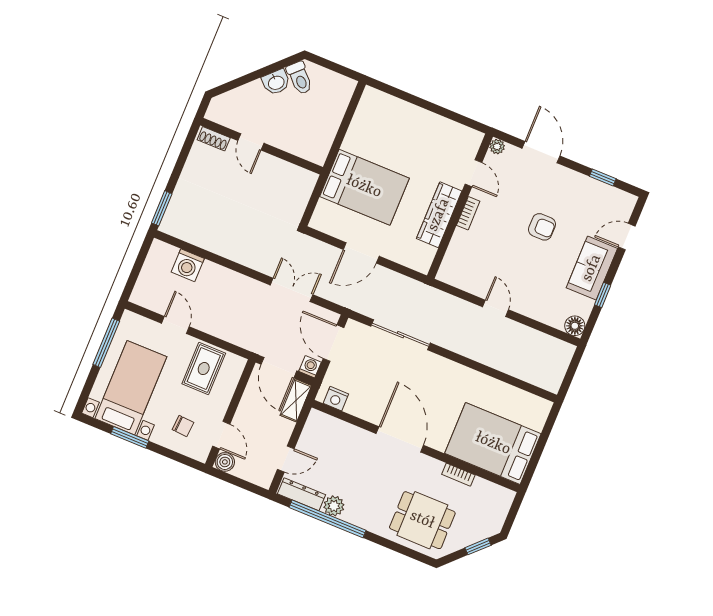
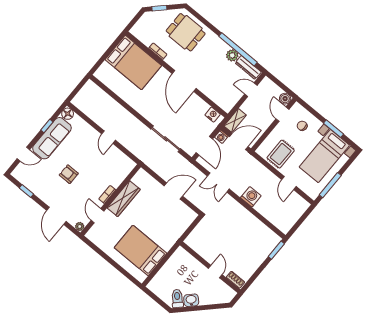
bed: (364, 187) -> (141, 251), moved
washing machine: (188, 265) -> (251, 197), moved
sofa: (592, 268) -> (52, 138), width x1.36
door: (279, 368) -> (239, 142), hinge flipped

